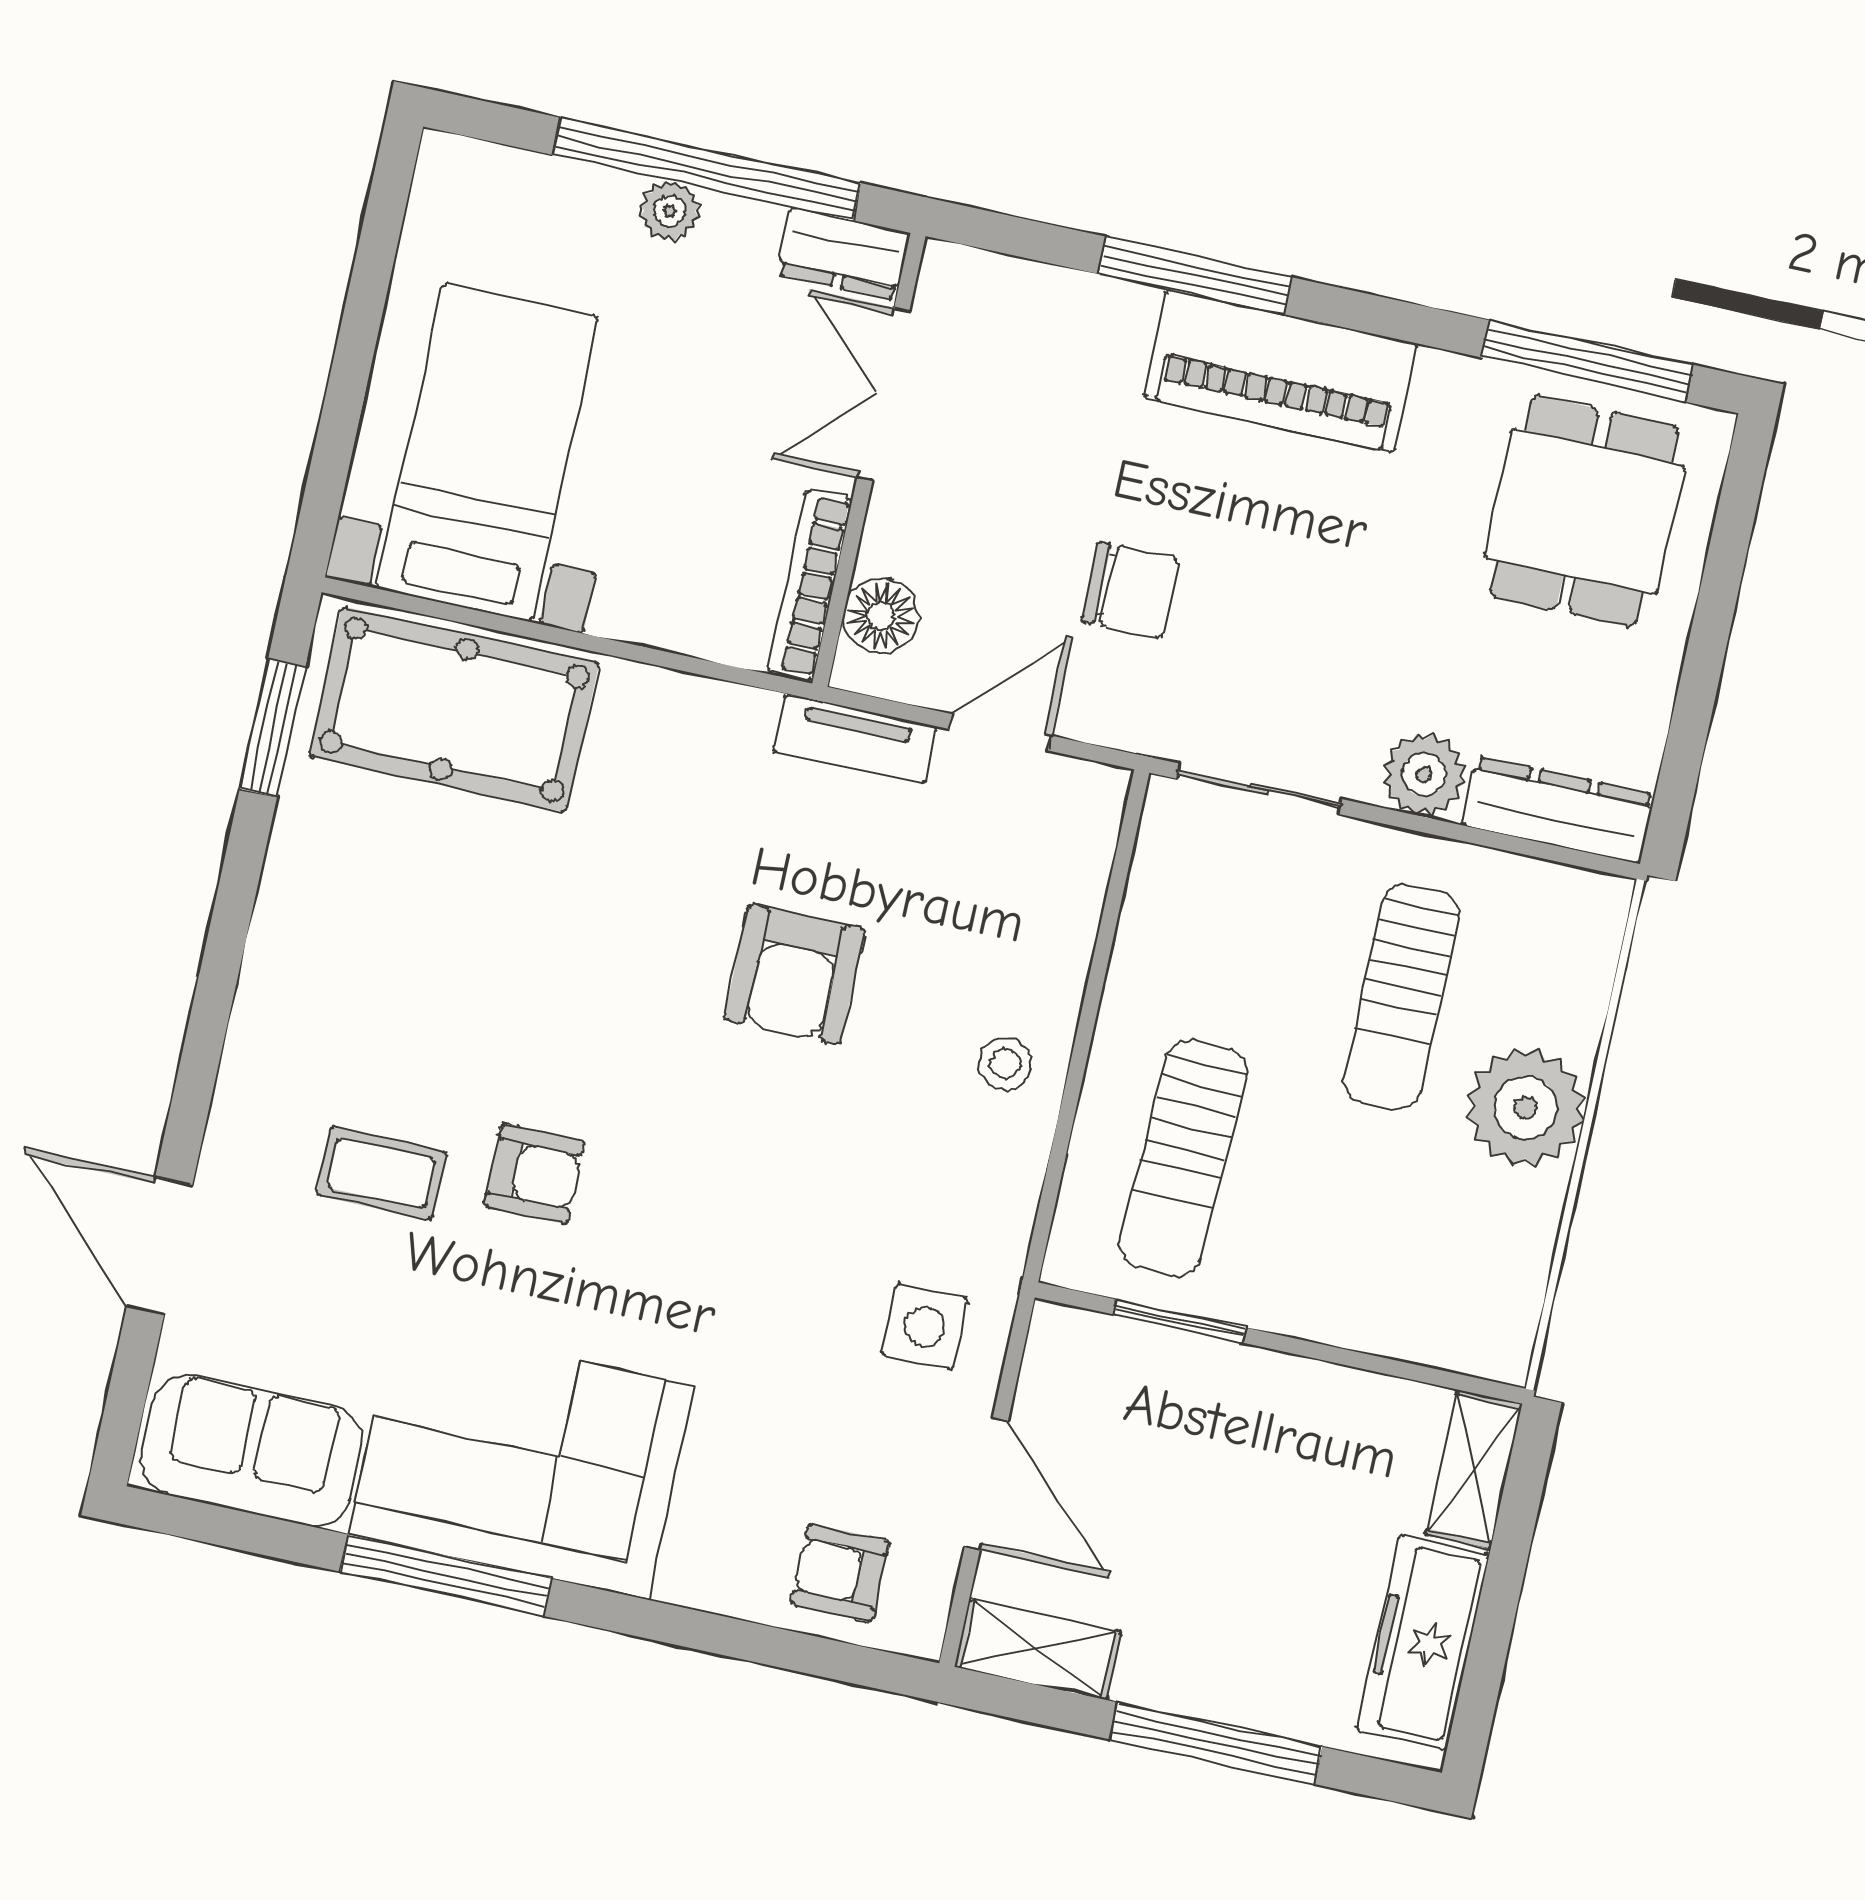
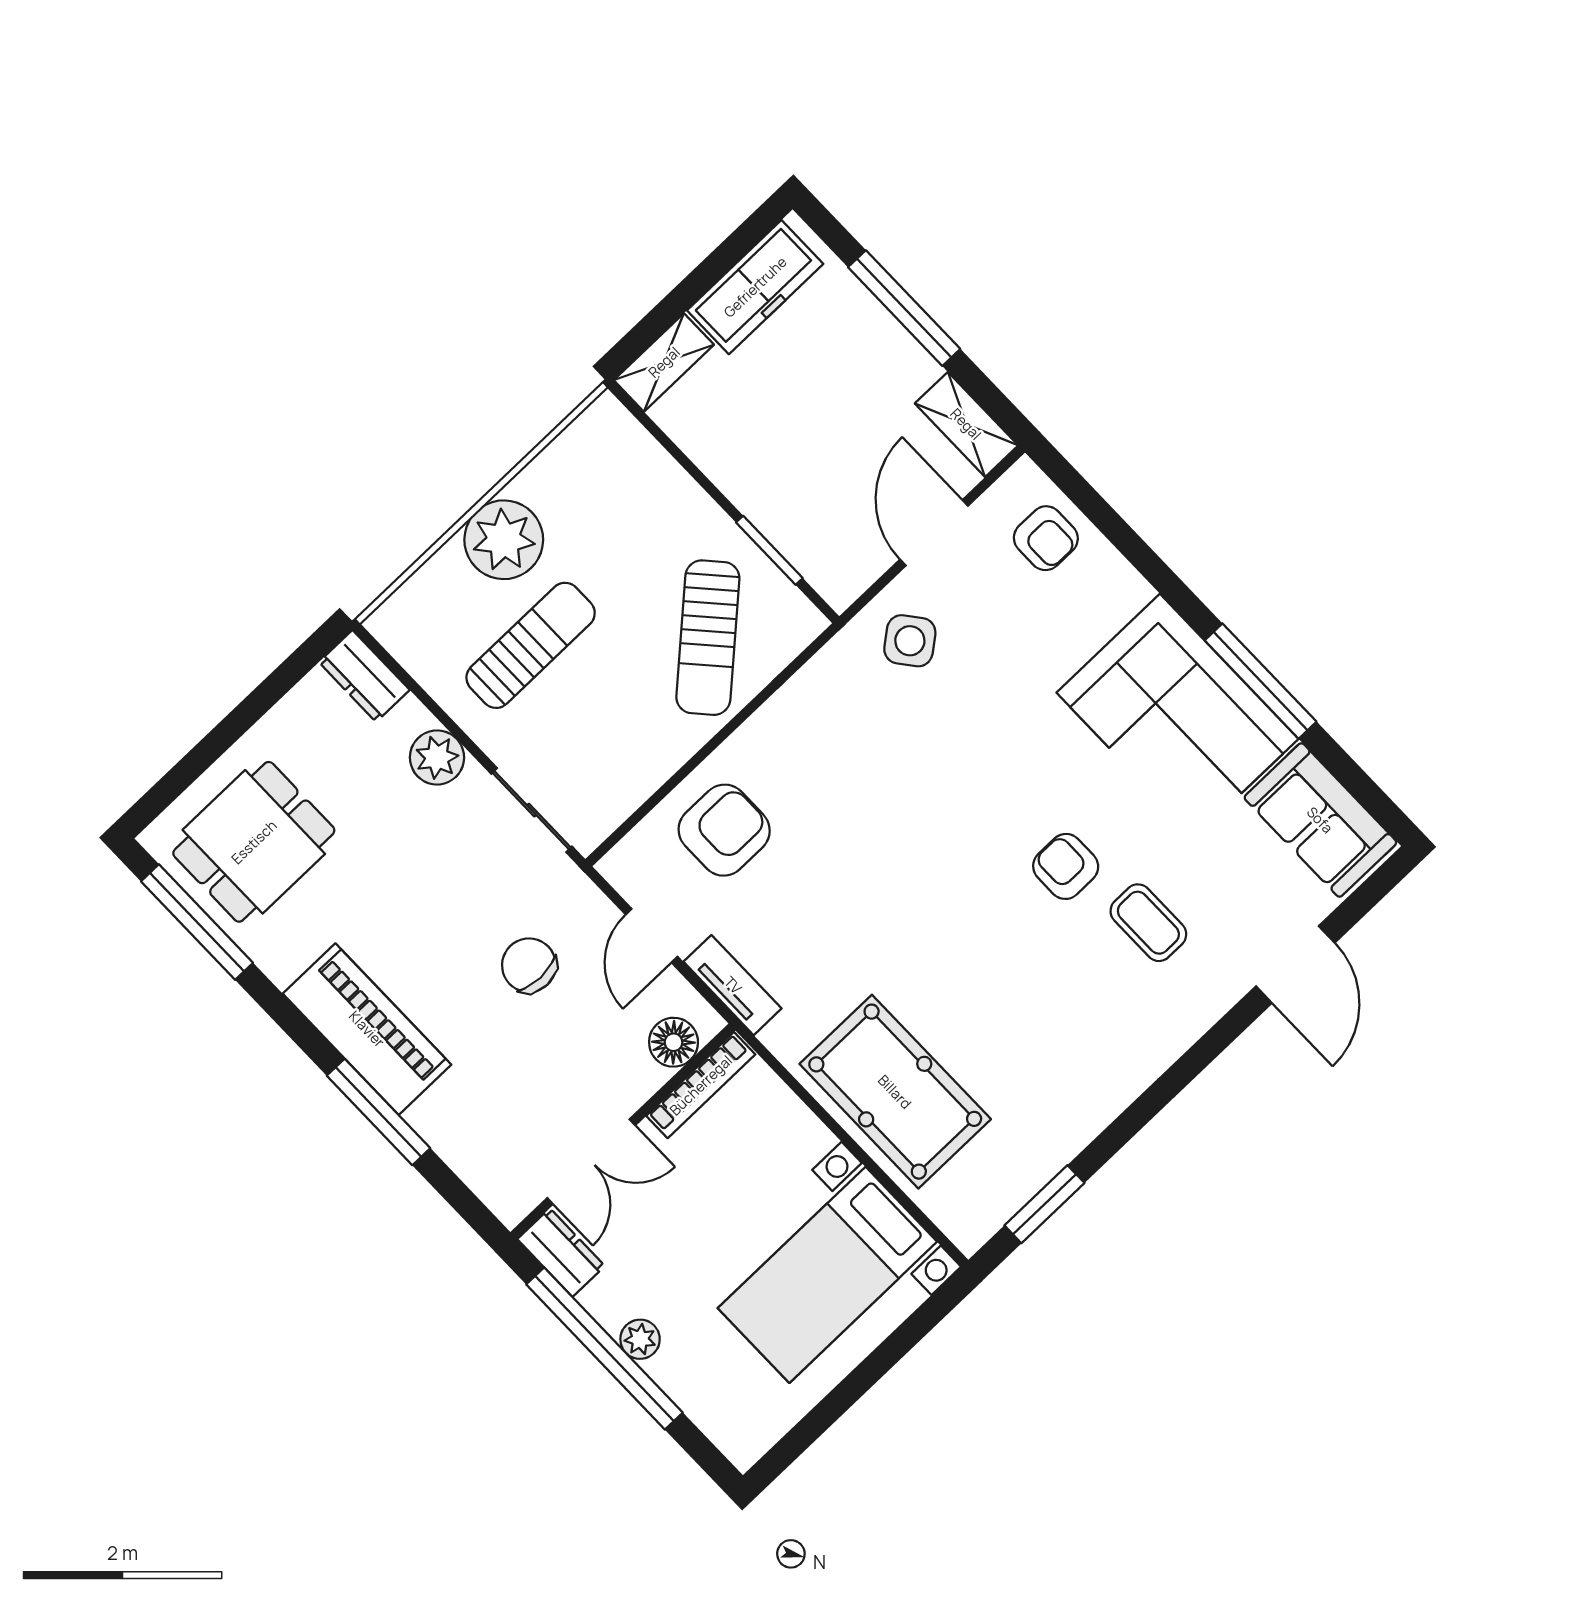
pool table: (454, 709) -> (895, 1092), moved
door: (1000, 732) -> (652, 936), hinge flipped
dresser: (1558, 810) -> (364, 676), width x0.70
armchair: (795, 974) -> (724, 830), moved
stool: (1005, 1064) -> (770, 754), removed
sun lounger: (1183, 1158) -> (708, 638), turned 136
side table: (925, 1327) -> (910, 641), turned -38

